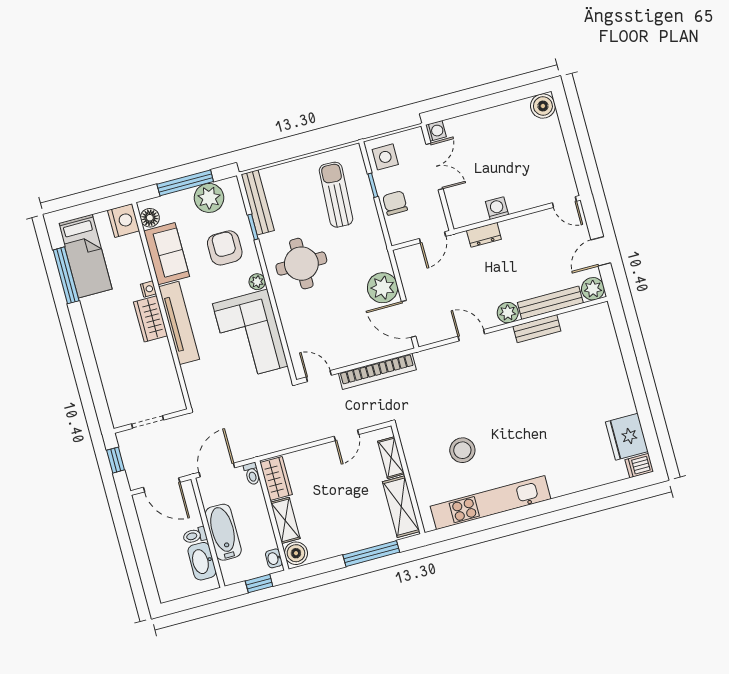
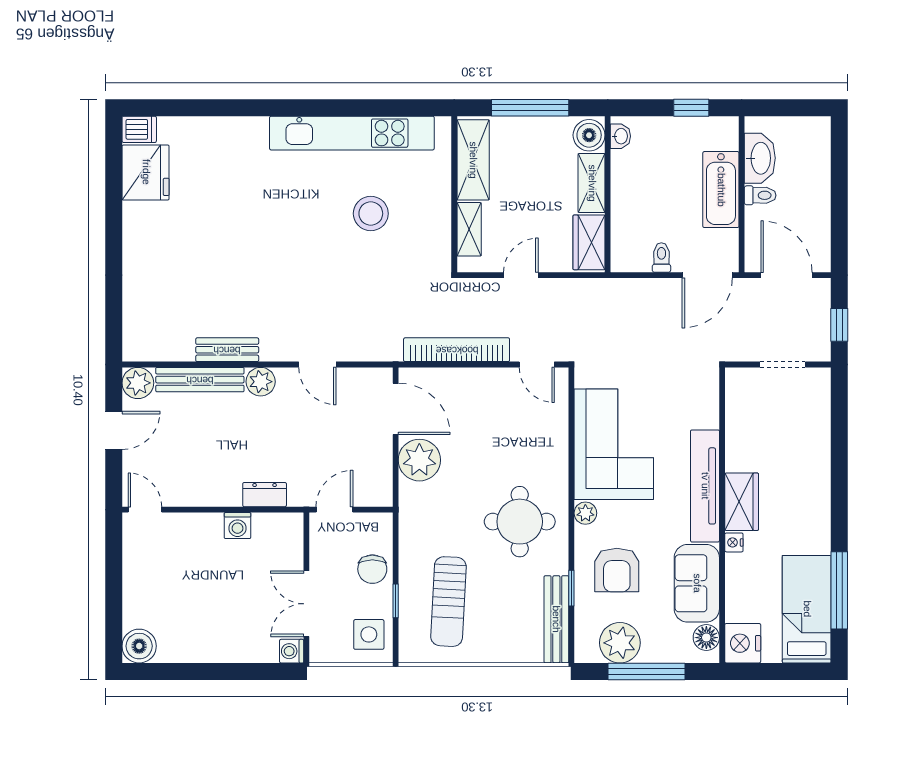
wardrobe: (276, 479) -> (589, 242), moved
wall: (272, 516) -> (608, 194), moved
shelving: (285, 520) -> (592, 183), moved
boiler: (296, 553) -> (589, 135), moved
washbasin: (274, 558) -> (620, 136), moved

